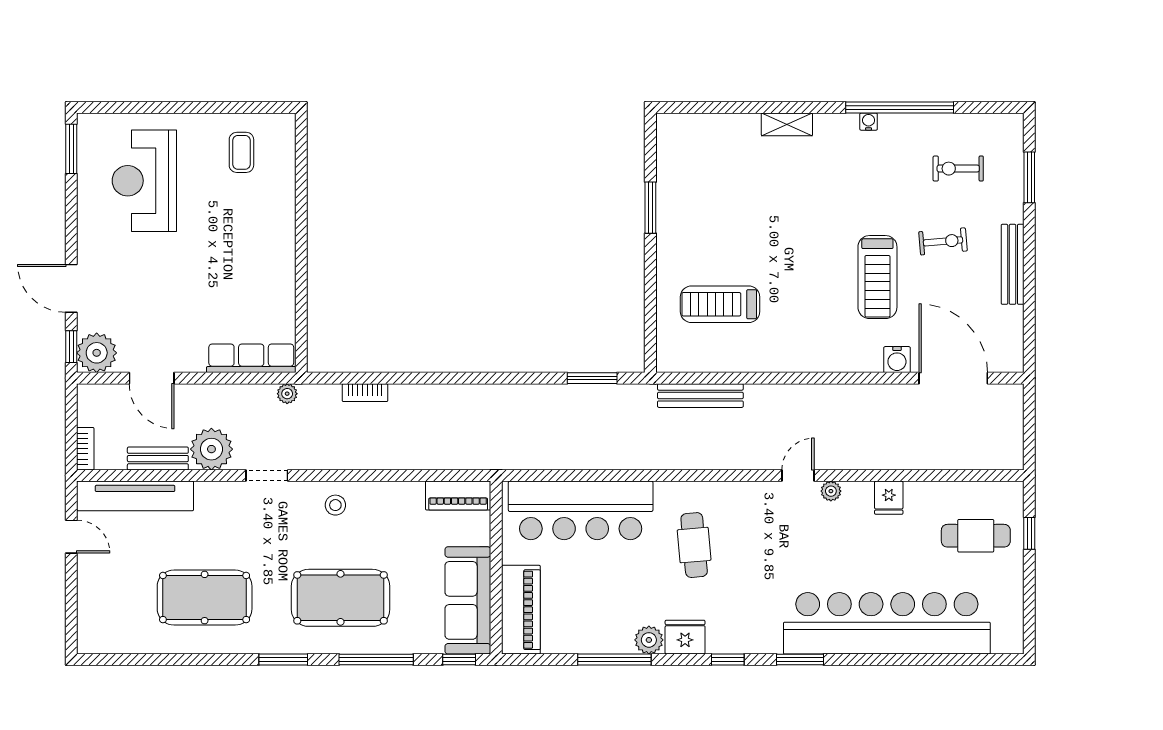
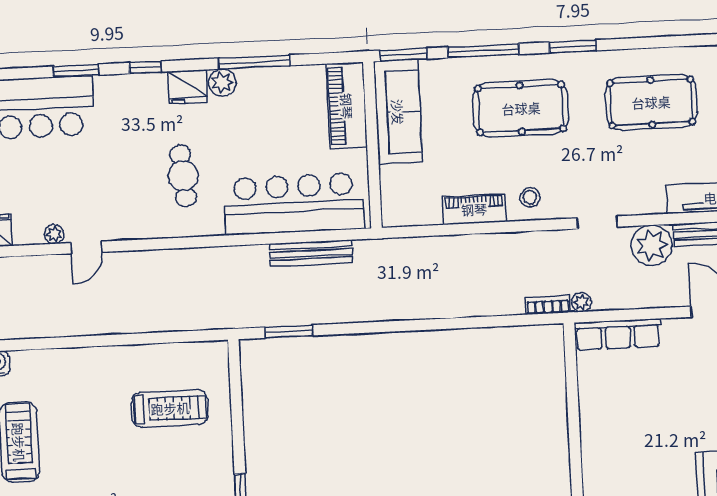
bookcase: (365, 393) -> (548, 305), moved
bench: (700, 396) -> (311, 253), moved
piano: (458, 496) -> (474, 209), moved
window: (459, 660) -> (404, 55), width x1.50

